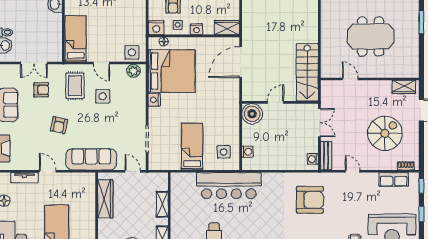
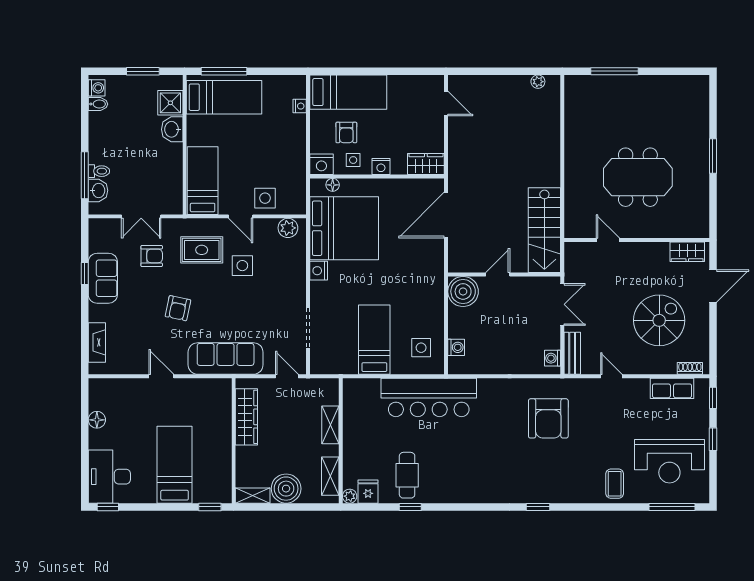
side table: (132, 52) -> (265, 198), moved
rug: (75, 86) -> (202, 250), turned 90
tv unit: (24, 178) -> (127, 386), removed
armchair: (310, 200) -> (548, 418), turned 90

